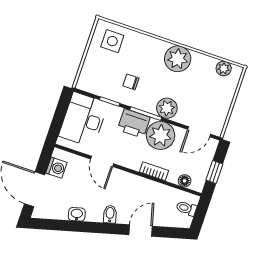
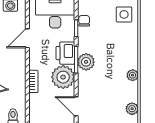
plant: (178, 59) -> (133, 75), width x0.53, depth x0.53
chair: (131, 82) -> (84, 21), moved
plant: (167, 108) -> (86, 62), moved
floor lamp: (185, 181) -> (34, 108), removed

